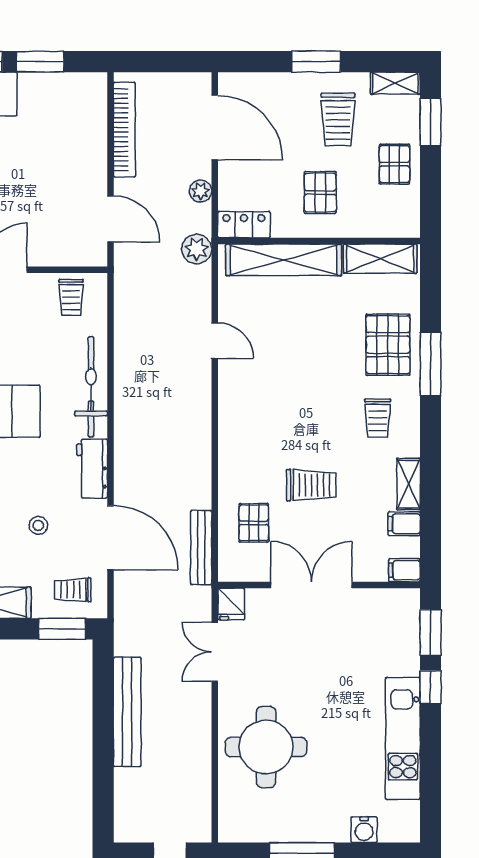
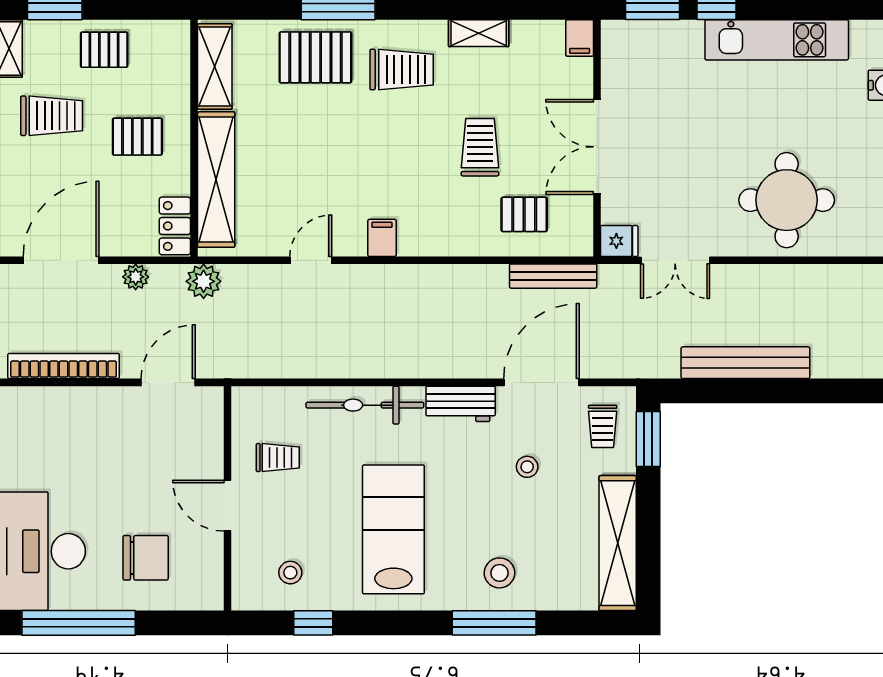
trolley: (71, 298) -> (278, 458), moved
trolley: (378, 418) -> (402, 70), width x1.36, depth x1.39
filing cabinet: (404, 524) -> (382, 238), moved, turned 180

